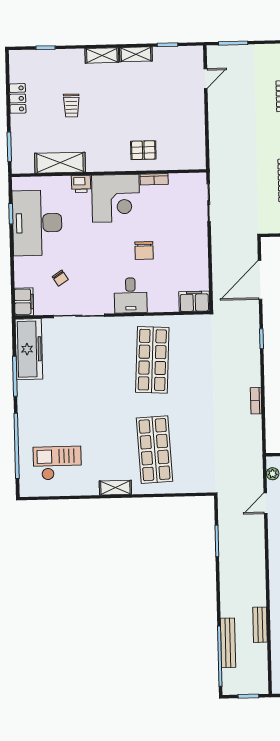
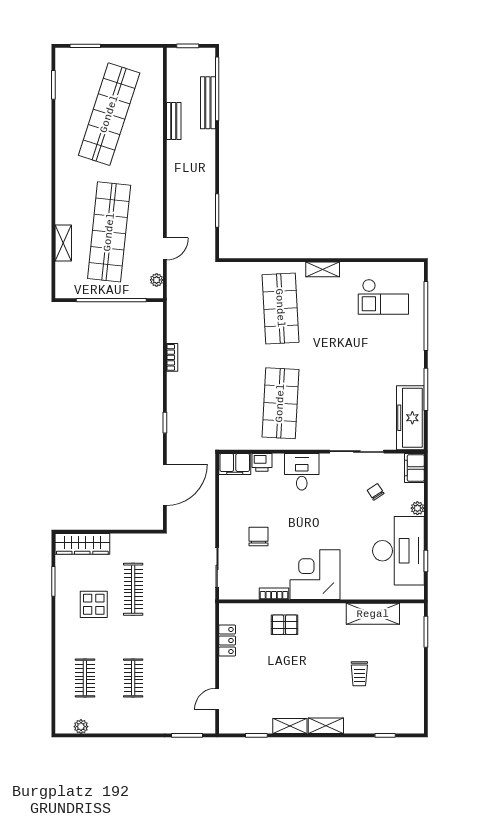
locker: (18, 98) -> (227, 640), moved, turned 180
trolley: (71, 106) -> (359, 674), turned 180
printer: (81, 184) -> (262, 462), moved, turned 180
chair: (144, 251) -> (259, 537), moved
plant: (20, 264) -> (417, 508), added

